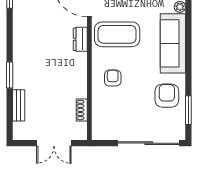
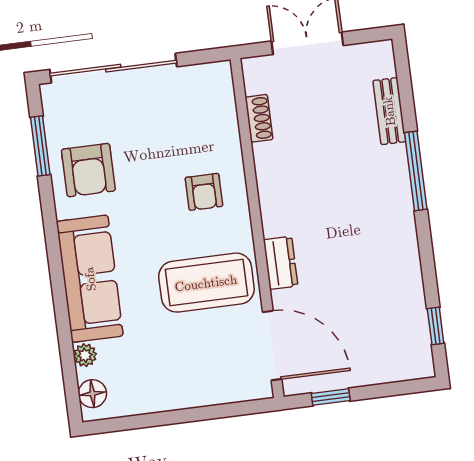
window: (10, 75) -> (416, 171), width x1.44

